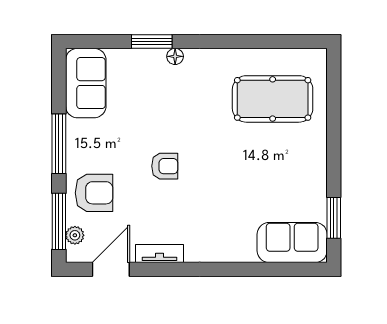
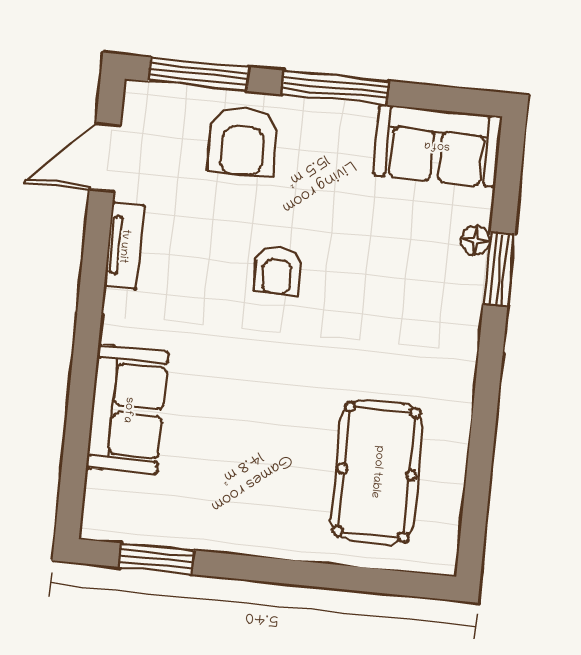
floor lamp: (175, 56) -> (475, 241), moved
plant: (75, 235) -> (171, 100), removed
sofa: (292, 243) -> (128, 410), moved
door: (111, 269) -> (105, 157), swing flipped

